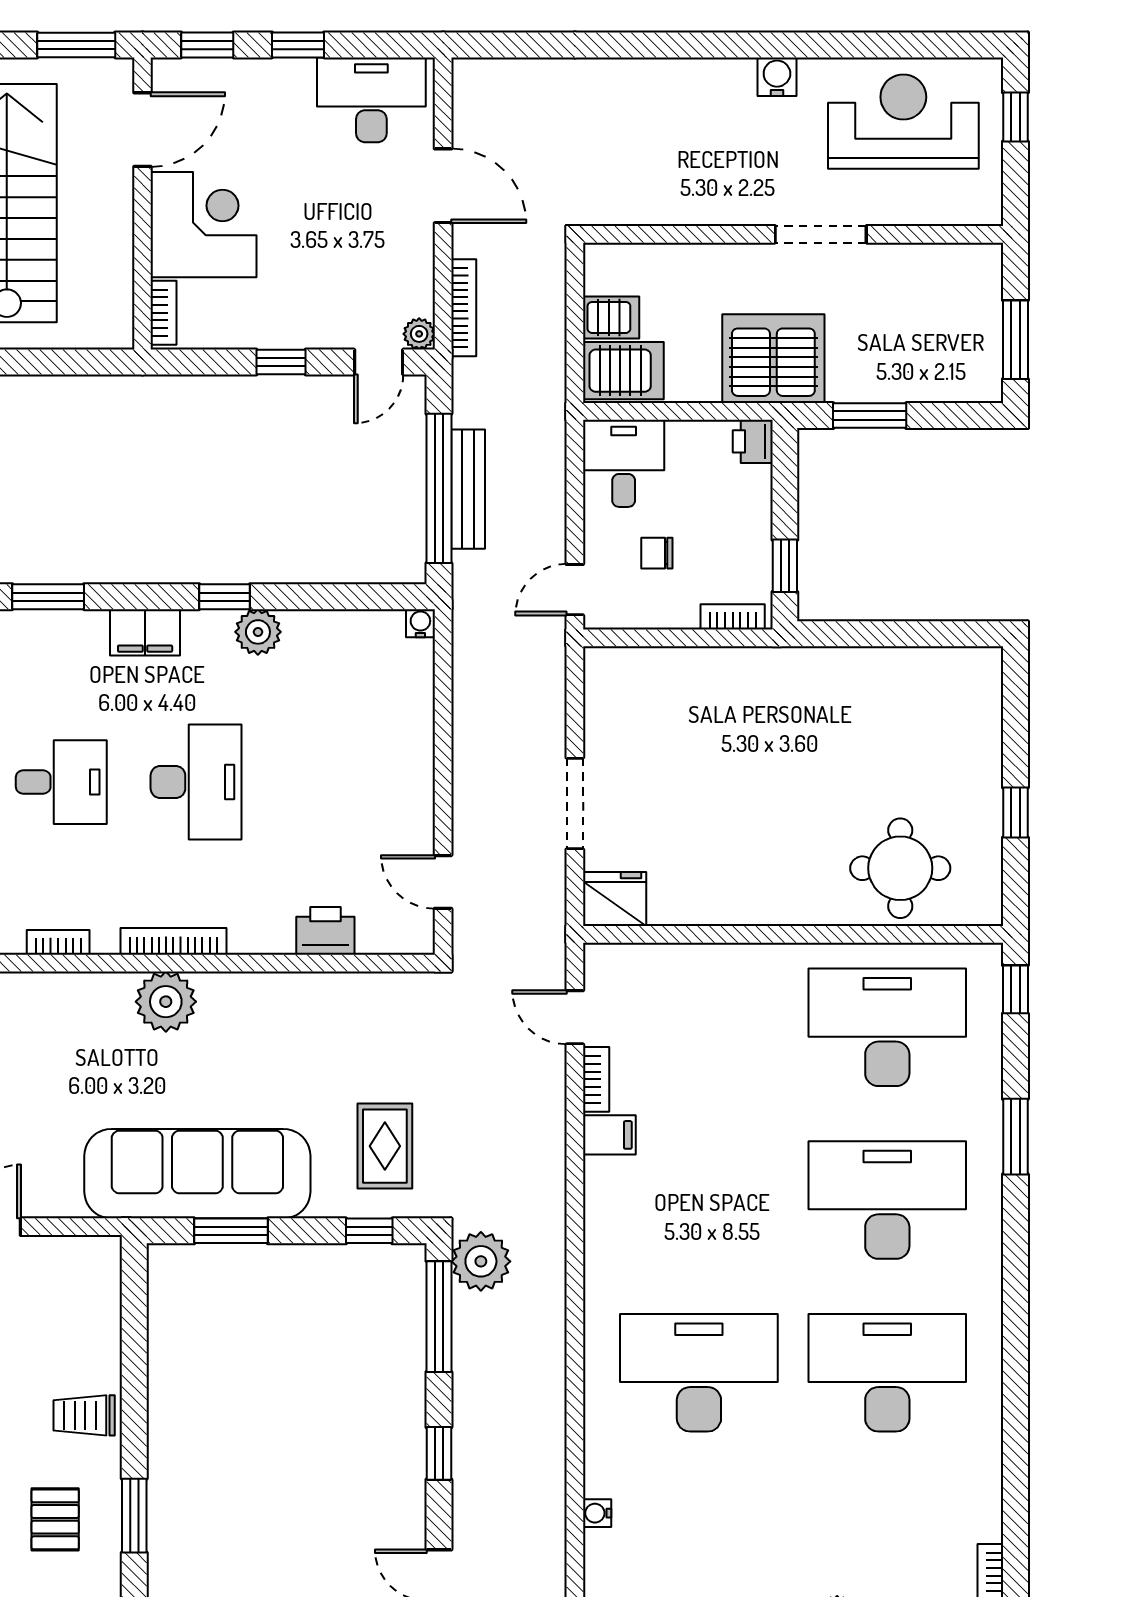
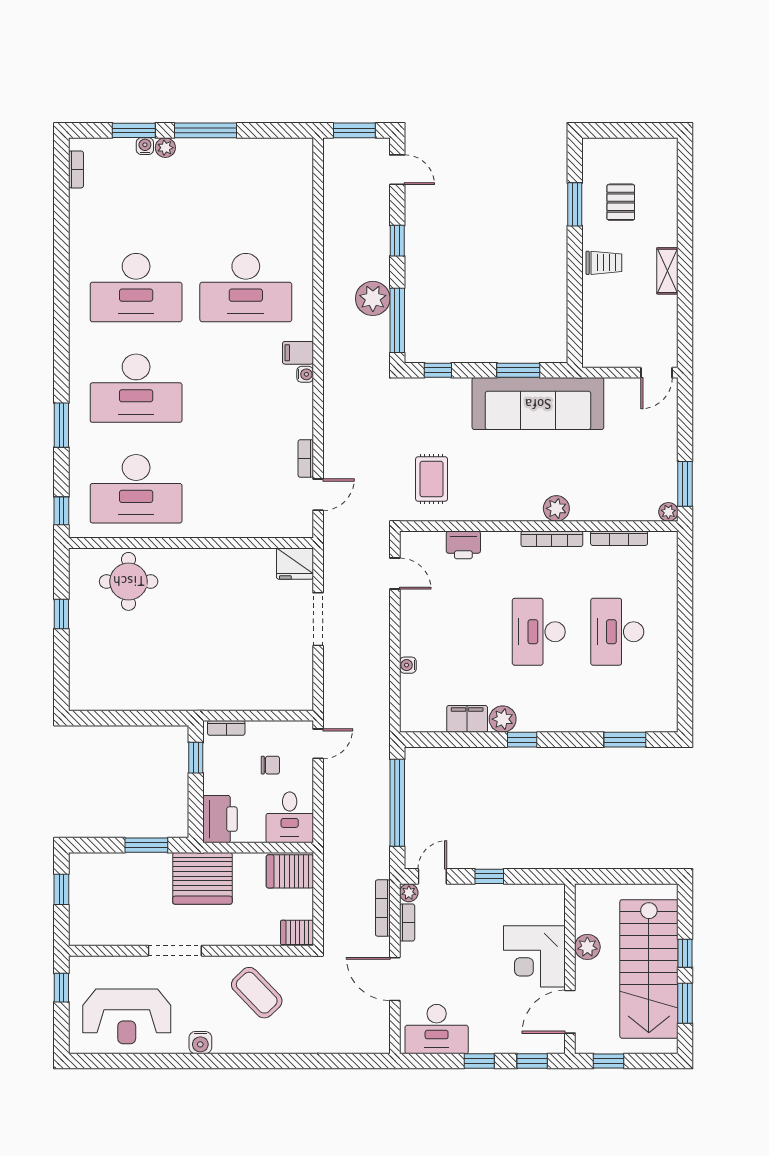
window: (76, 45) -> (609, 1061), width x0.67
window: (1015, 117) -> (61, 988), moved
coffee table: (680, 162) -> (257, 993), added
plant: (112, 241) -> (587, 947), added
bookcase: (164, 313) -> (407, 922), moved, turned 180
server rack: (611, 317) -> (297, 932), moved
window: (1015, 340) -> (61, 889), width x0.67
printer: (753, 441) -> (220, 819), width x1.87, depth x1.48
bench: (468, 489) -> (380, 802), removed
water cooler: (420, 623) -> (408, 665), moved, turned 90
filing cabinet: (145, 632) -> (467, 719), moved
desk: (61, 782) -> (617, 632), width x1.37
bookcase: (58, 942) -> (619, 538), width x1.56
plant: (166, 1002) -> (556, 508), width x0.73, depth x0.73
door: (575, 1017) -> (318, 495), hinge flipped
filing cabinet: (609, 1135) -> (298, 353), moved
rug: (385, 1146) -> (432, 479), moved
plant: (481, 1261) -> (373, 298), moved
water cooler: (597, 1513) -> (305, 374), moved

